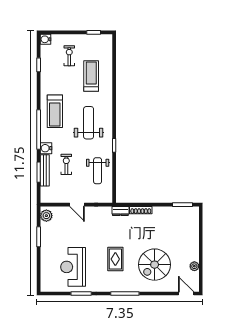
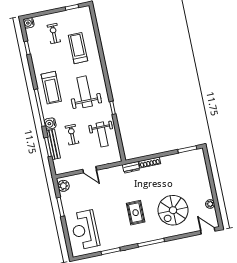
reception desk: (73, 267) -> (85, 230), moved

